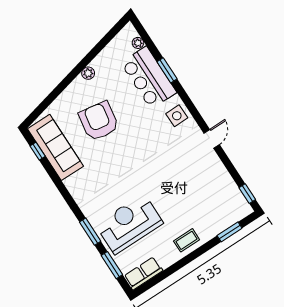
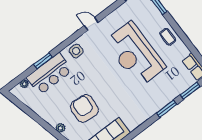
plant: (88, 73) -> (60, 128), moved
armchair: (99, 121) -> (84, 108), turned 86
reception desk: (129, 224) -> (135, 54), moved, width x1.36, depth x1.30

